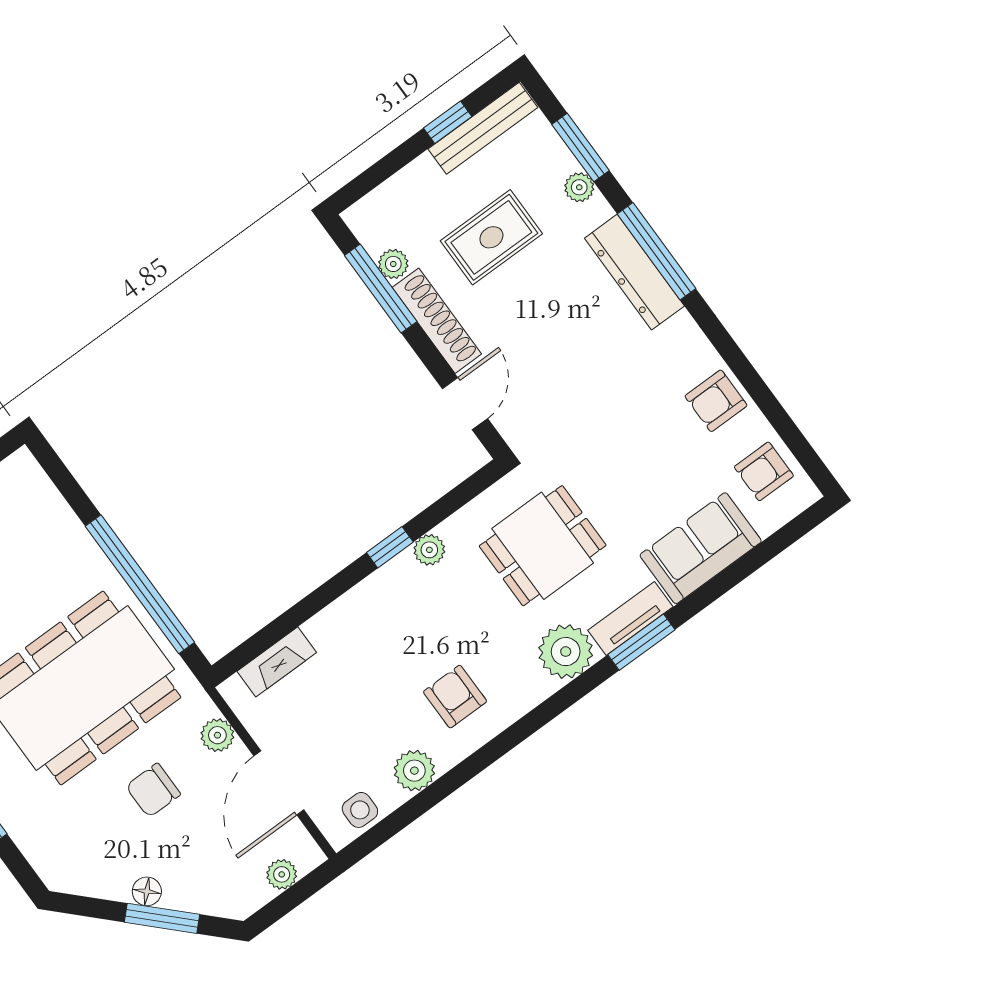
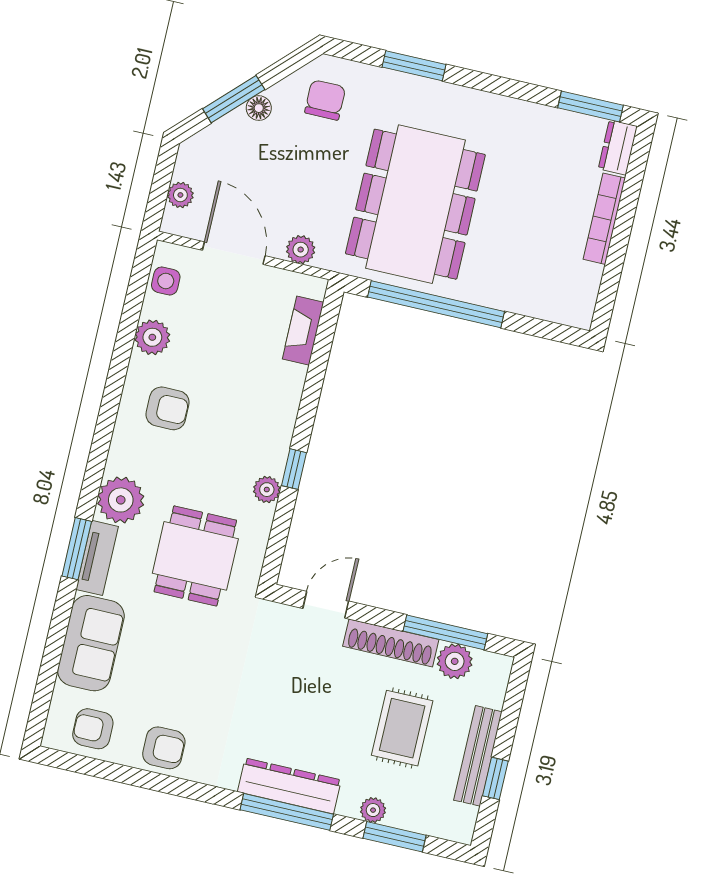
bench: (483, 128) -> (478, 756), moved
plant: (393, 264) -> (455, 661), width x1.38, depth x1.38
armchair: (716, 401) -> (164, 748), turned 90
door: (465, 404) -> (326, 605), swing flipped
armchair: (764, 471) -> (93, 729), turned -90
chair: (153, 790) -> (325, 100), moved

